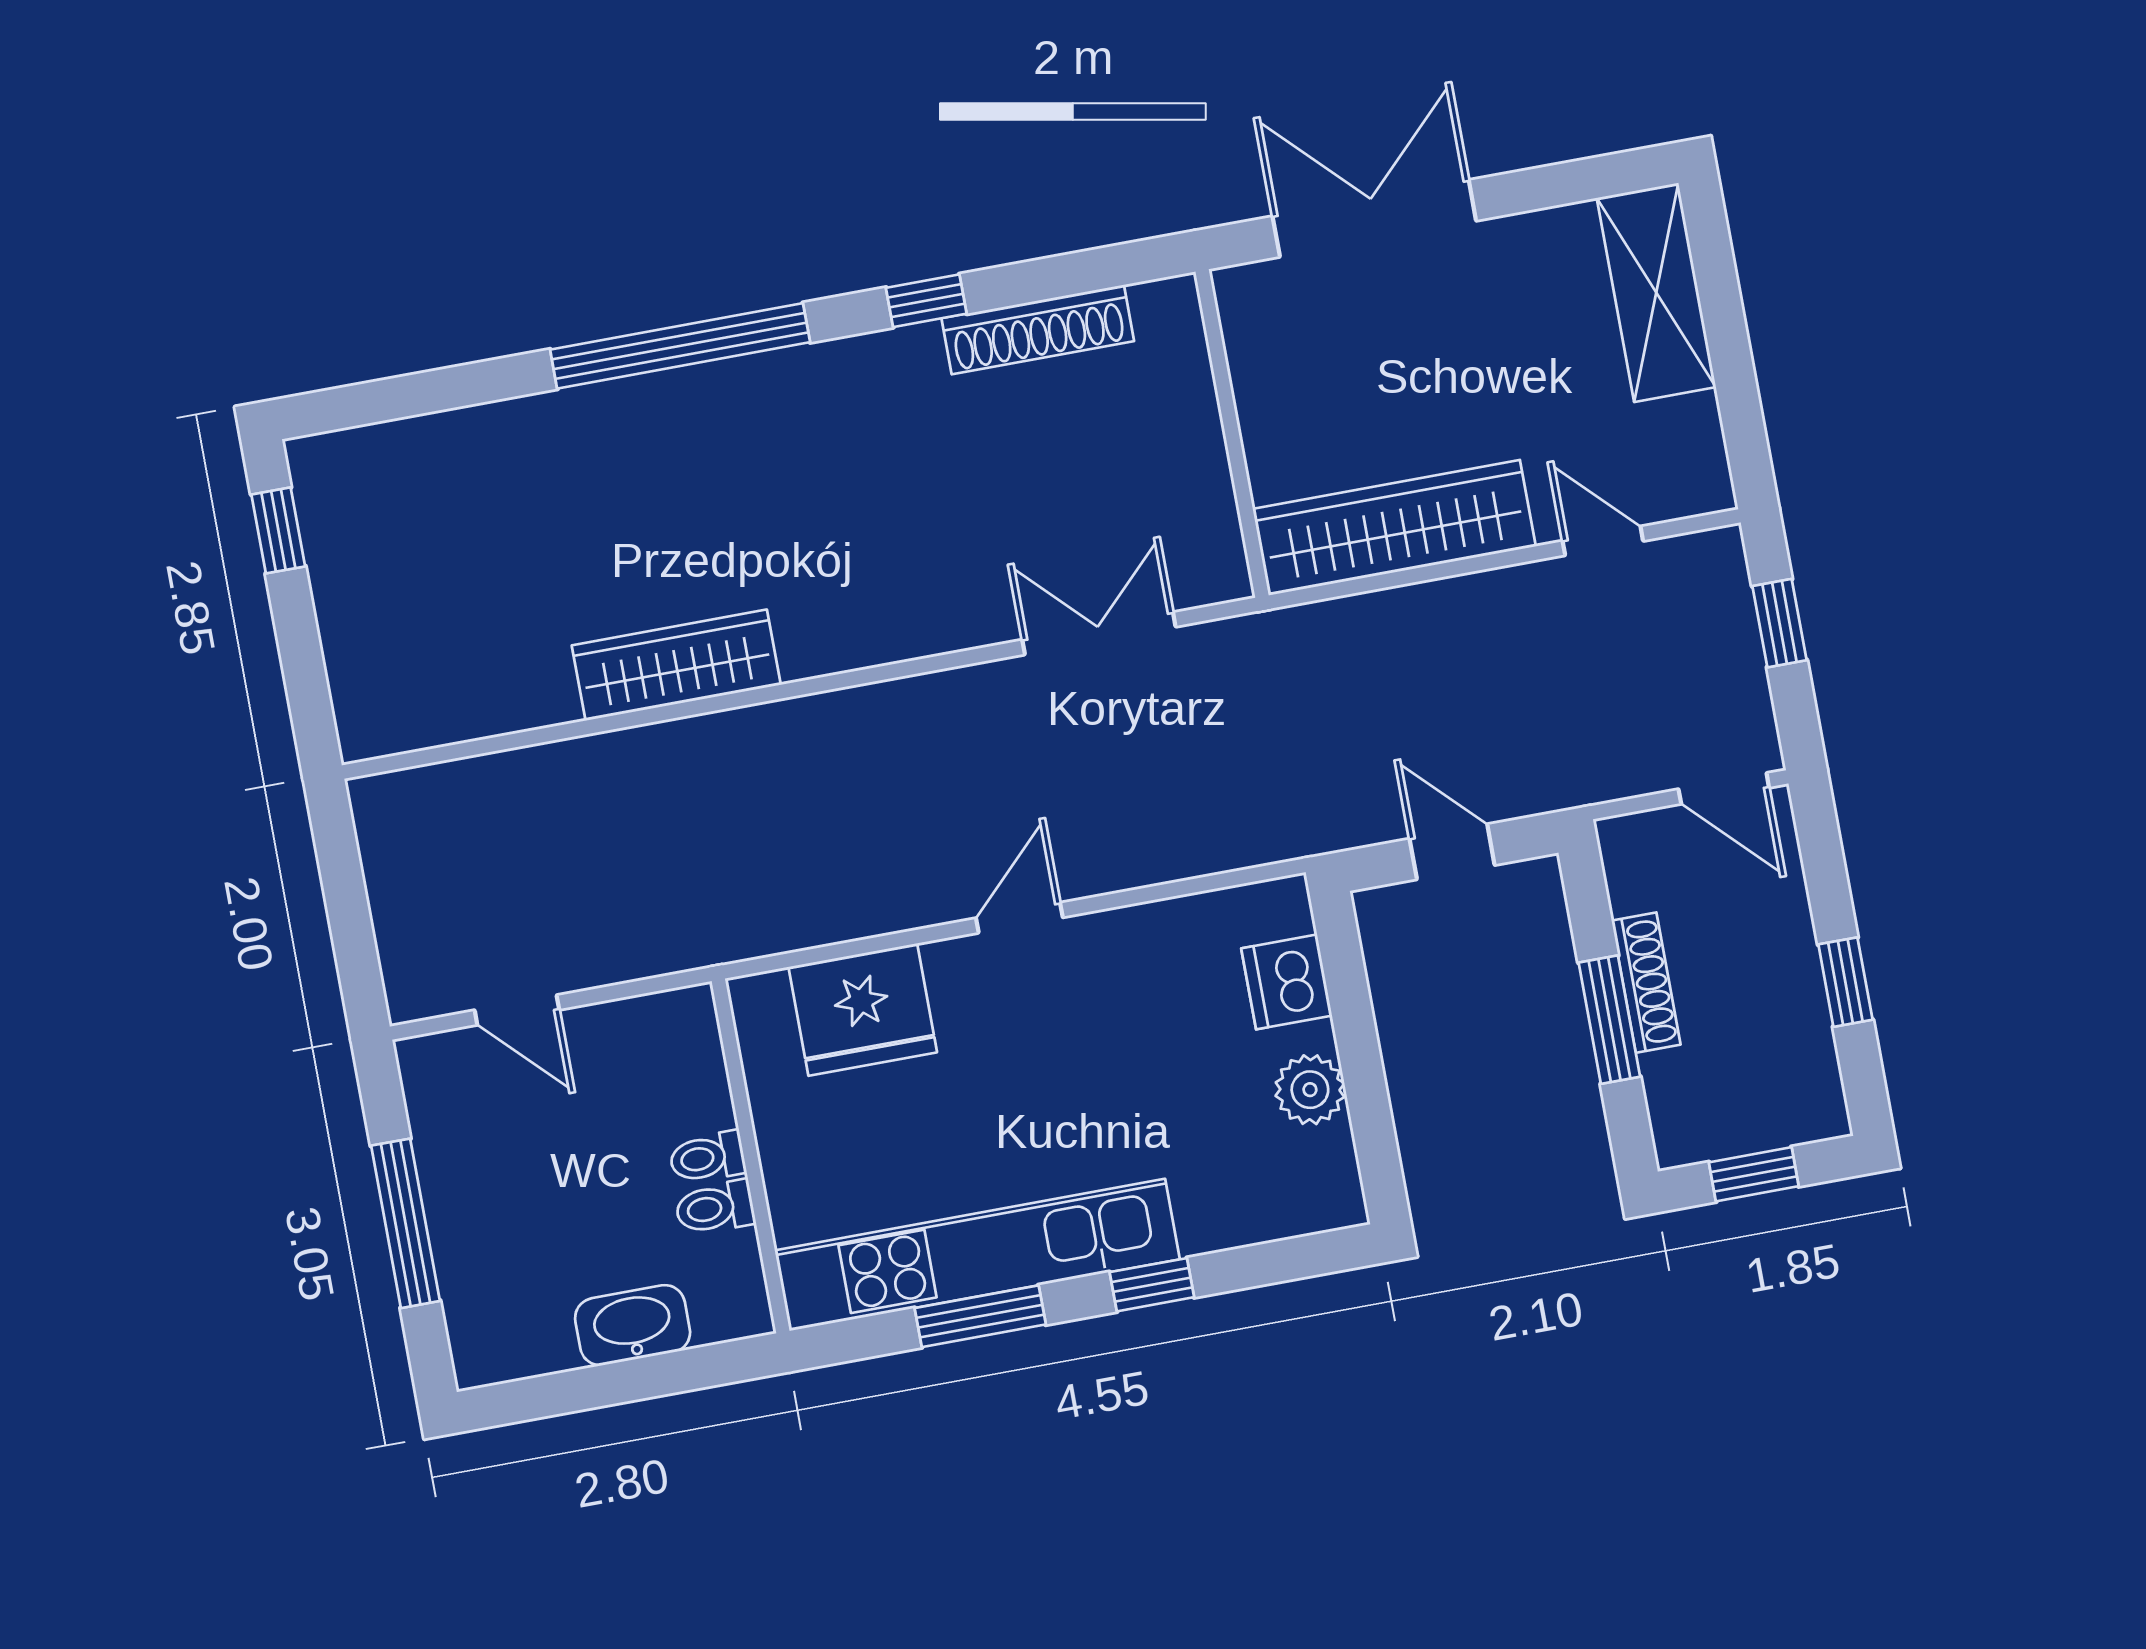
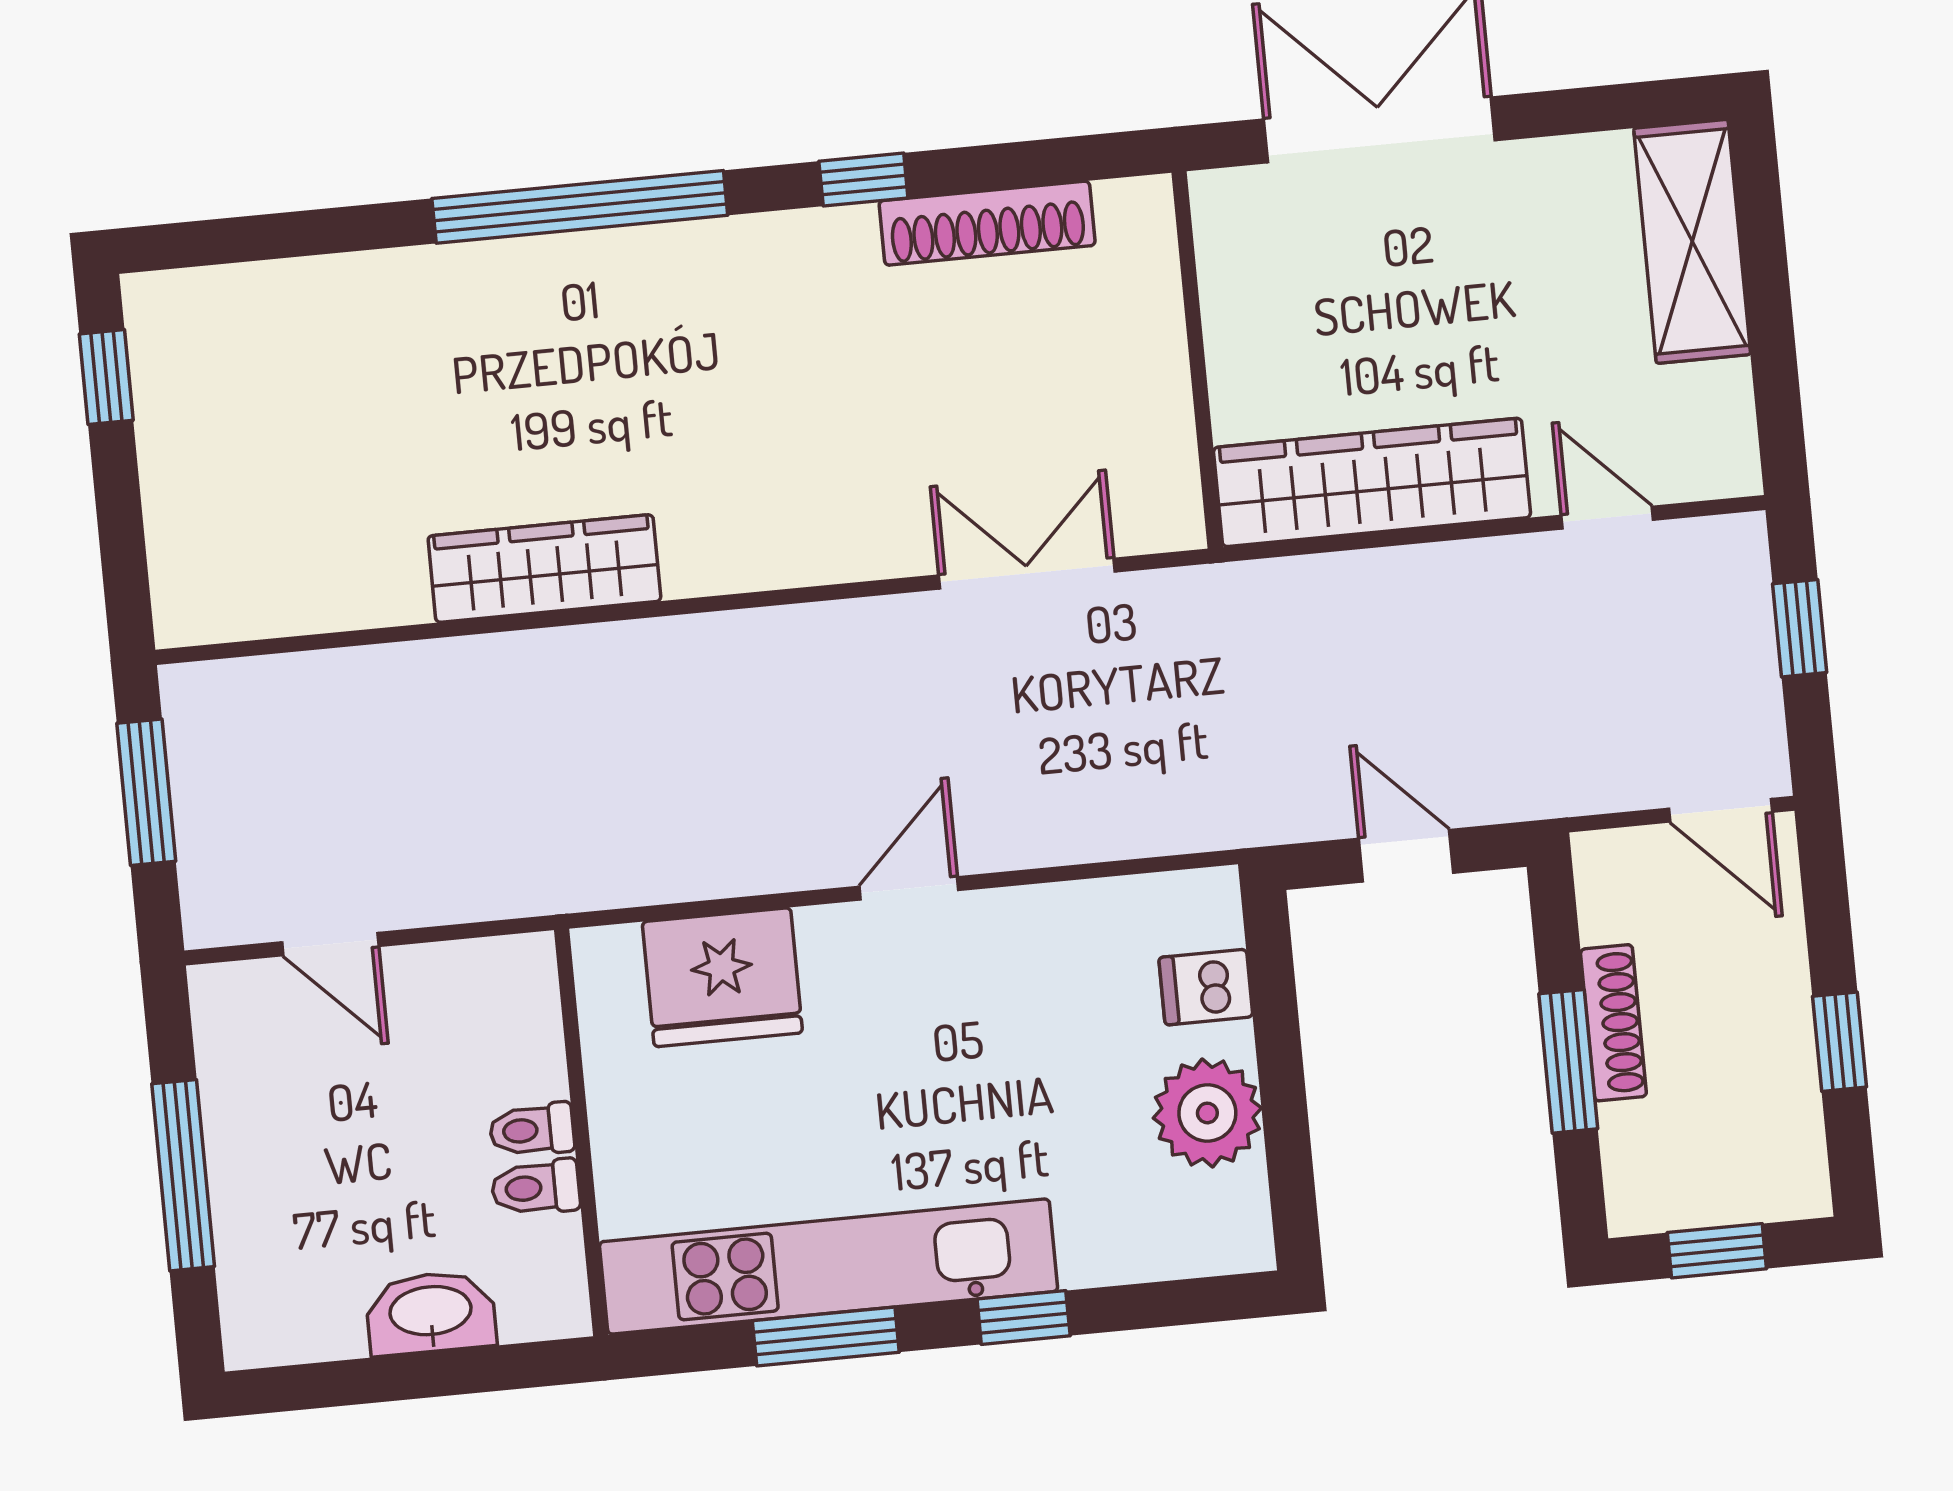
window: (344, 891) -> (146, 792), added
dishwasher: (1287, 982) -> (1206, 987), width x0.73
plant: (1310, 1090) -> (1207, 1113), width x1.36, depth x1.36

